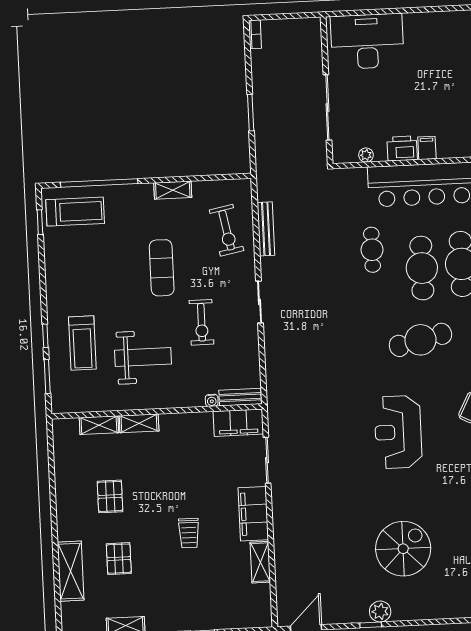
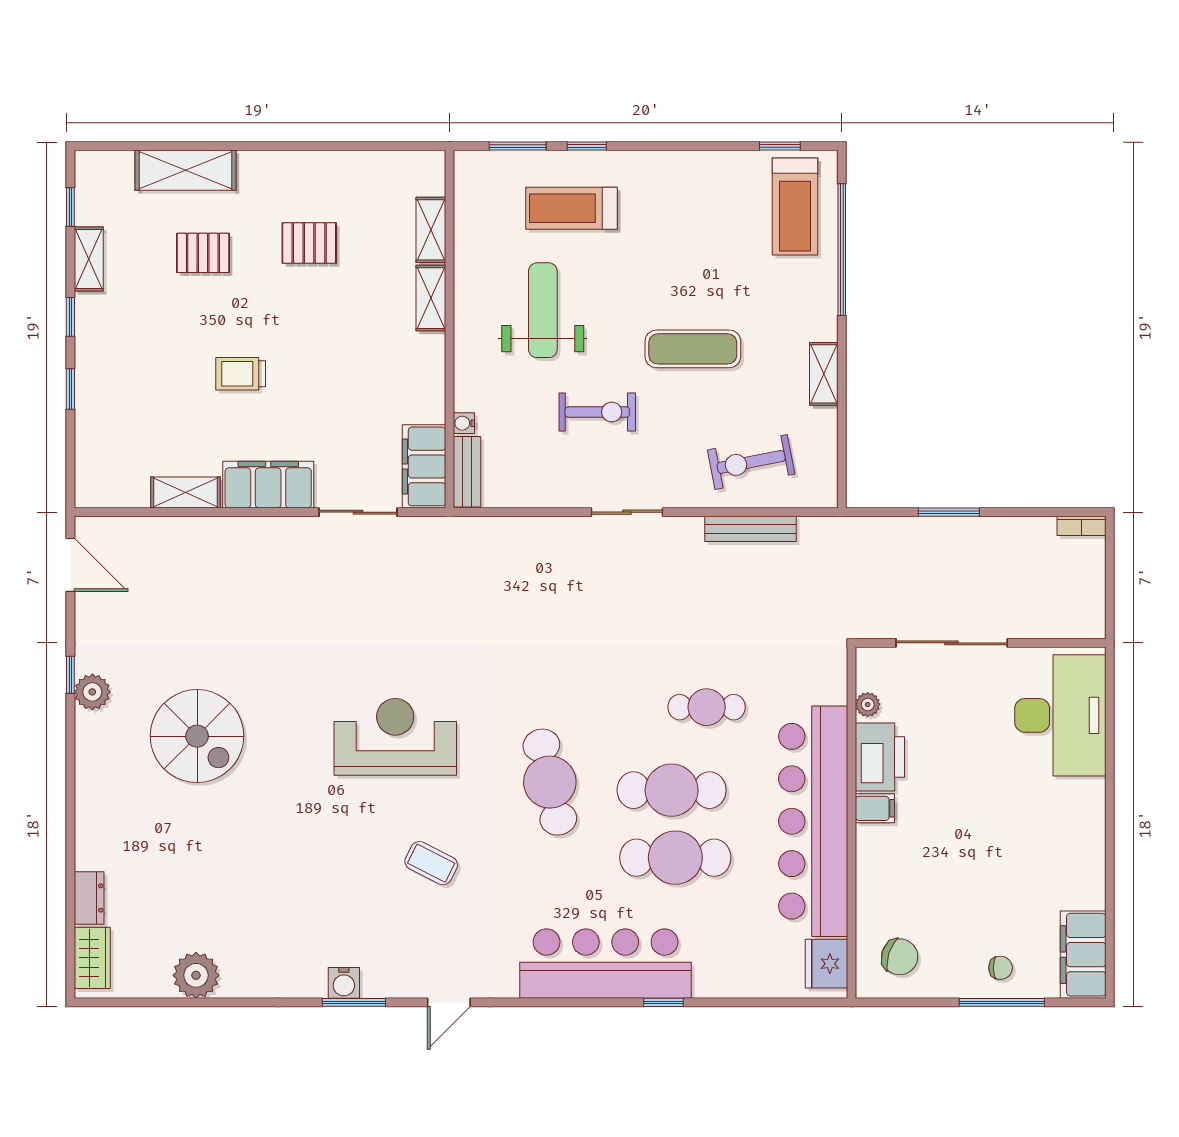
printer: (402, 148) -> (880, 757), width x1.37, depth x1.19
exercise bike: (201, 322) -> (597, 412), turned 180
weight bench: (143, 357) -> (543, 310), turned 180

